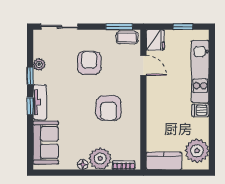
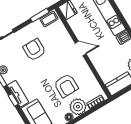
door: (143, 65) -> (81, 48), moved
armchair: (109, 108) -> (66, 86), moved

